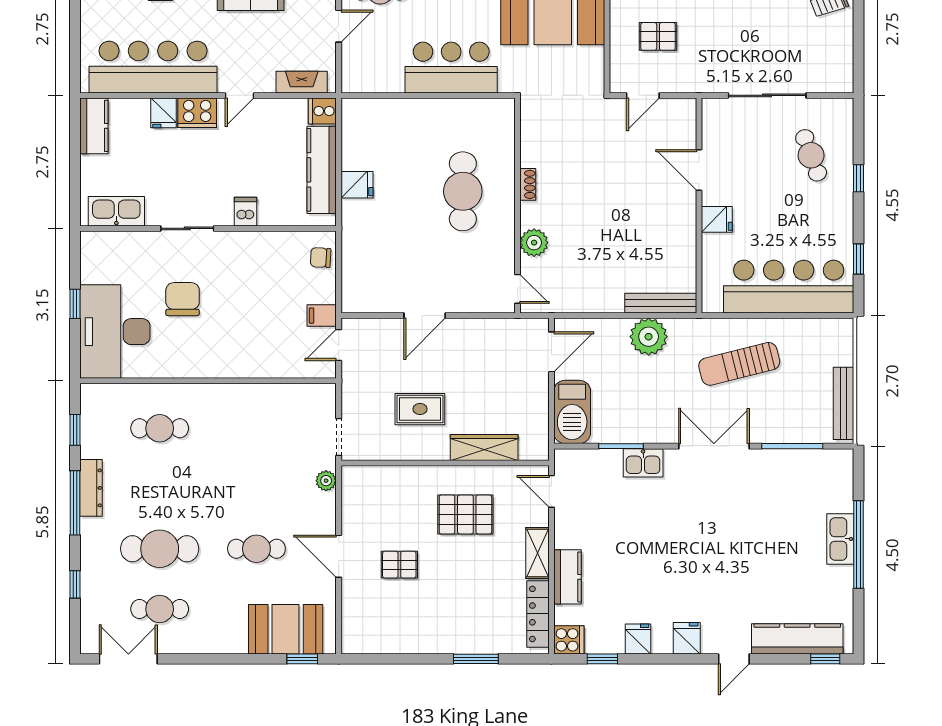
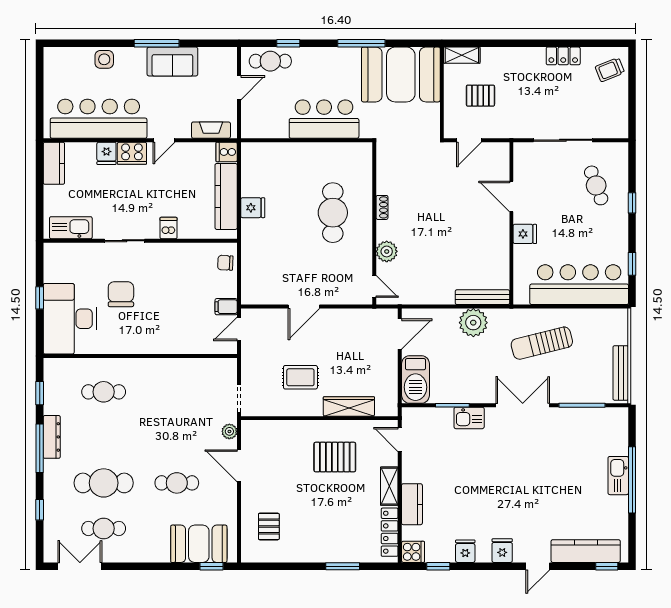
door: (339, 556) -> (239, 466), moved
pallet: (399, 565) -> (269, 526), moved, turned 90

